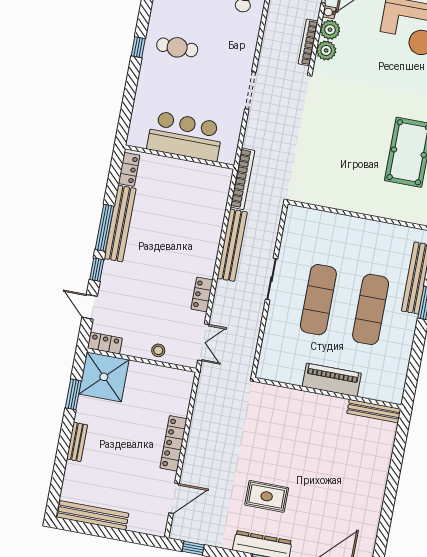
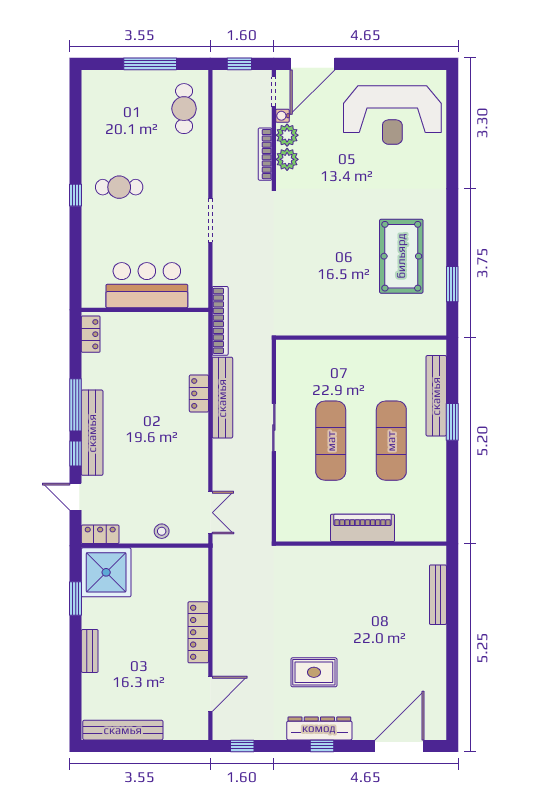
bench: (120, 224) -> (92, 433), moved
locker: (202, 295) -> (199, 393), moved
bench: (374, 411) -> (438, 595), moved, turned 90

